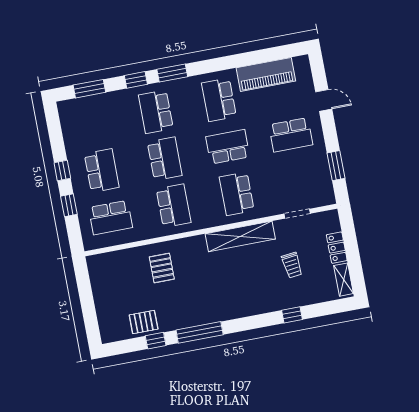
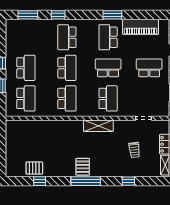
window: (172, 73) -> (112, 15), moved
school desk: (291, 135) -> (149, 68), turned 180
school desk: (237, 194) -> (108, 98), turned 180
school desk: (111, 218) -> (26, 98), turned -90
shelving: (240, 236) -> (98, 126), width x0.68
pallet: (162, 268) -> (83, 167), moved
window: (200, 332) -> (86, 181), moved

